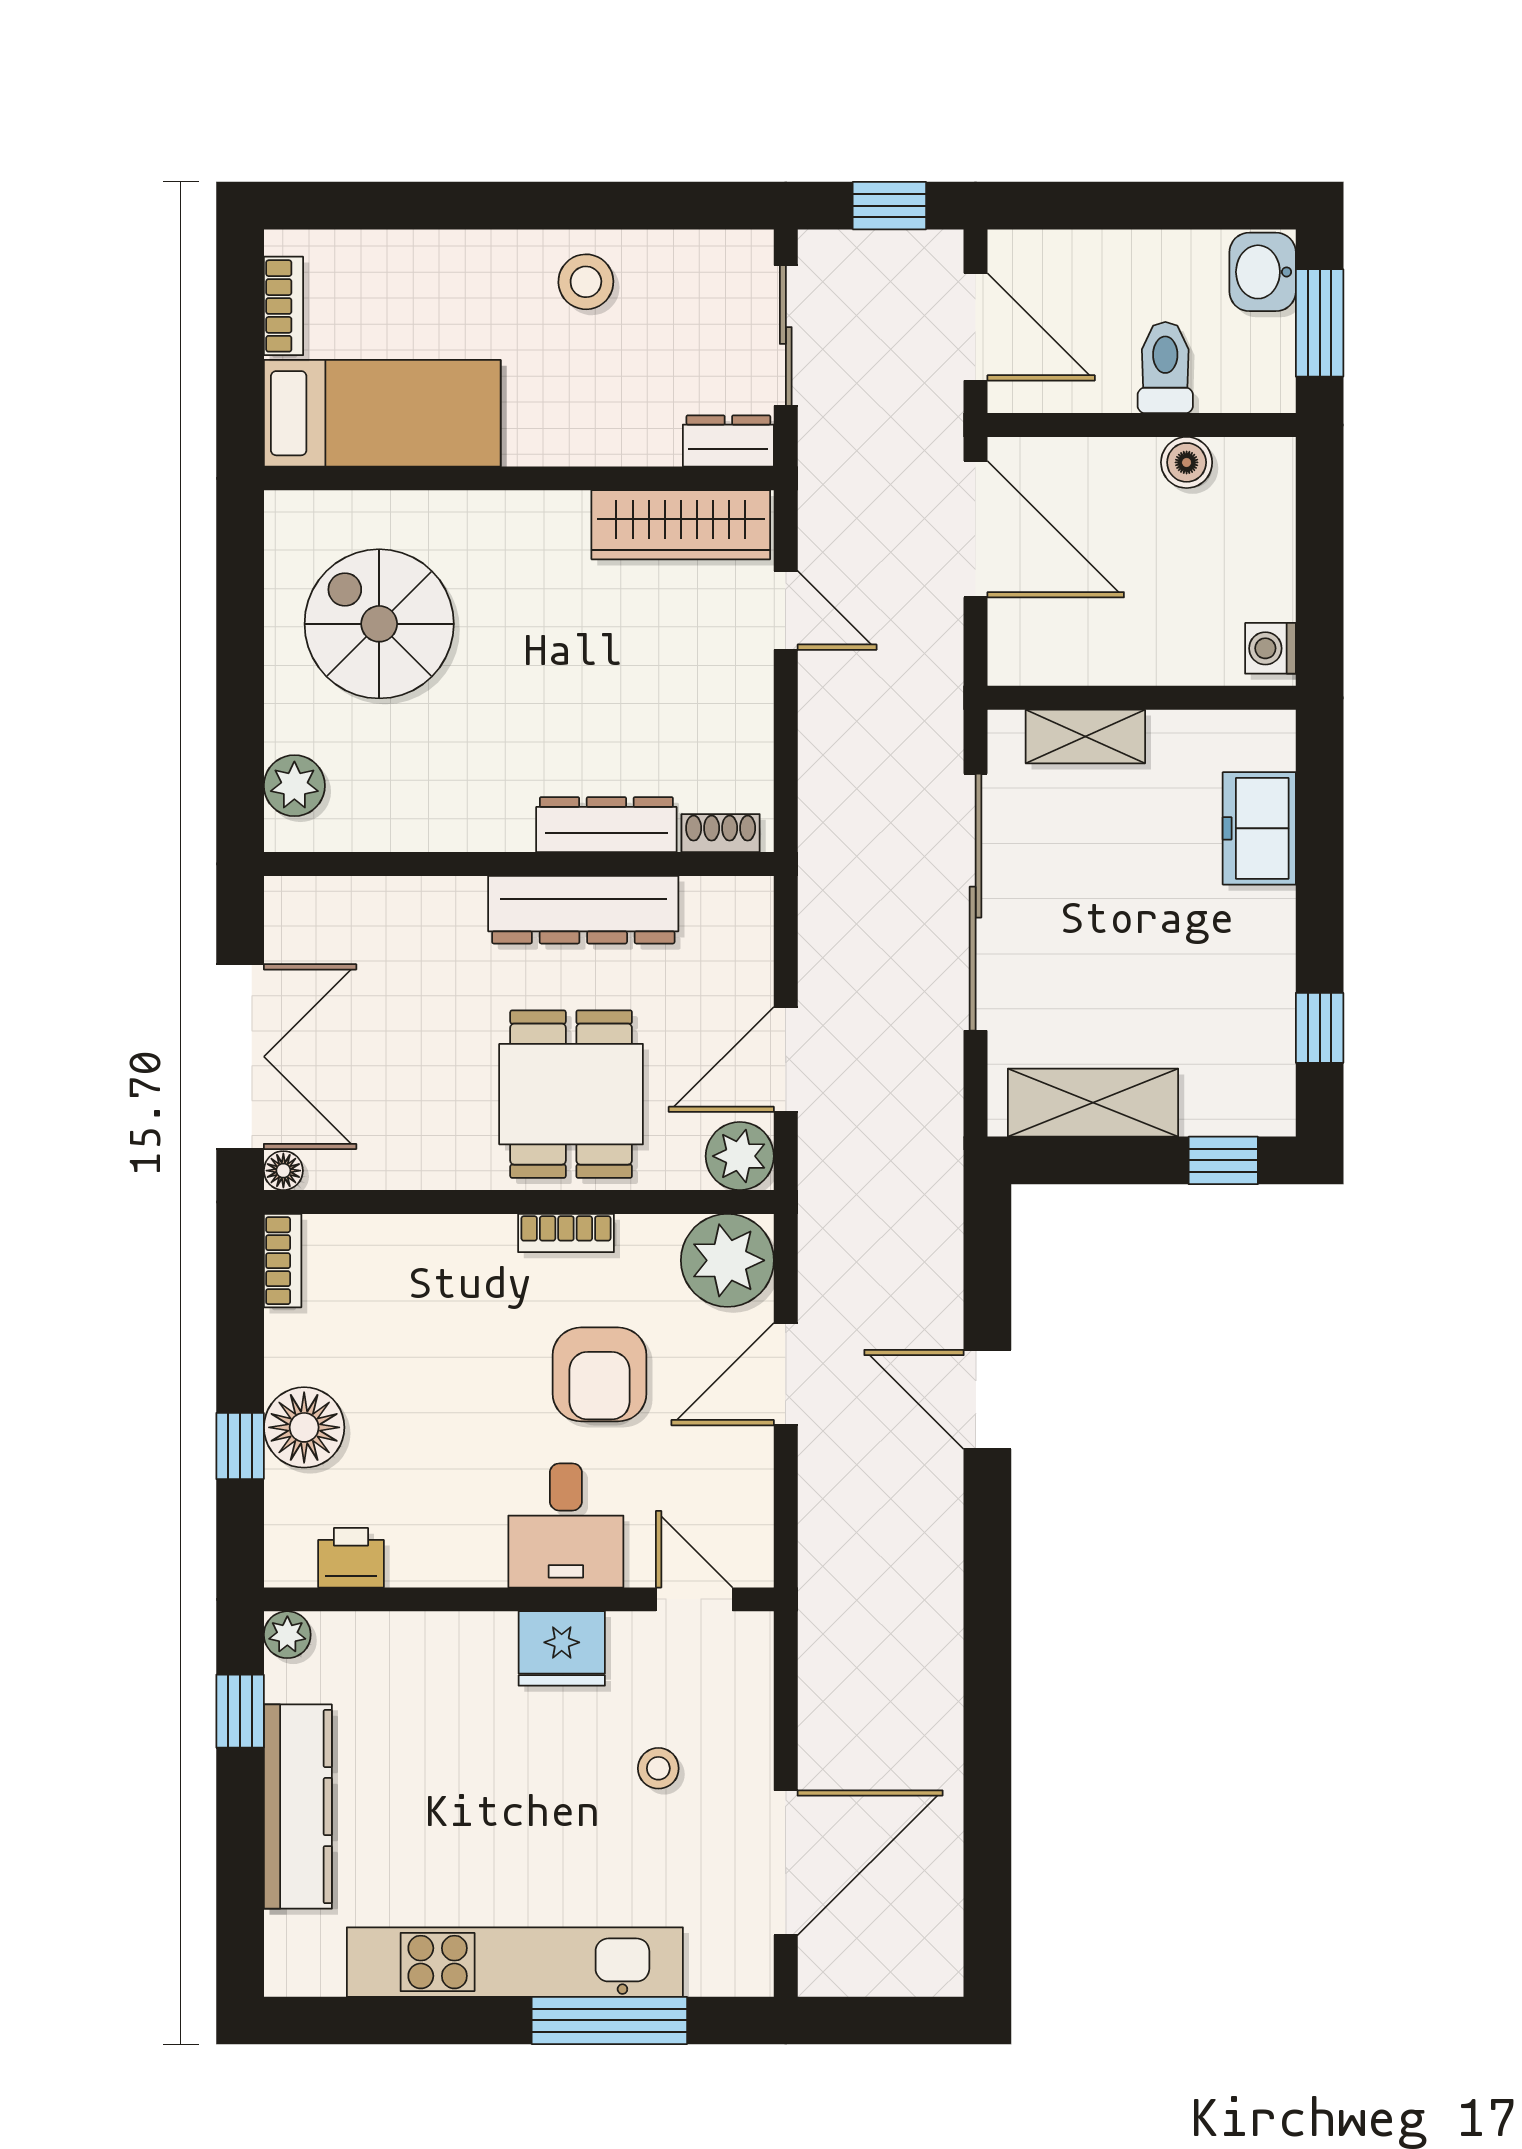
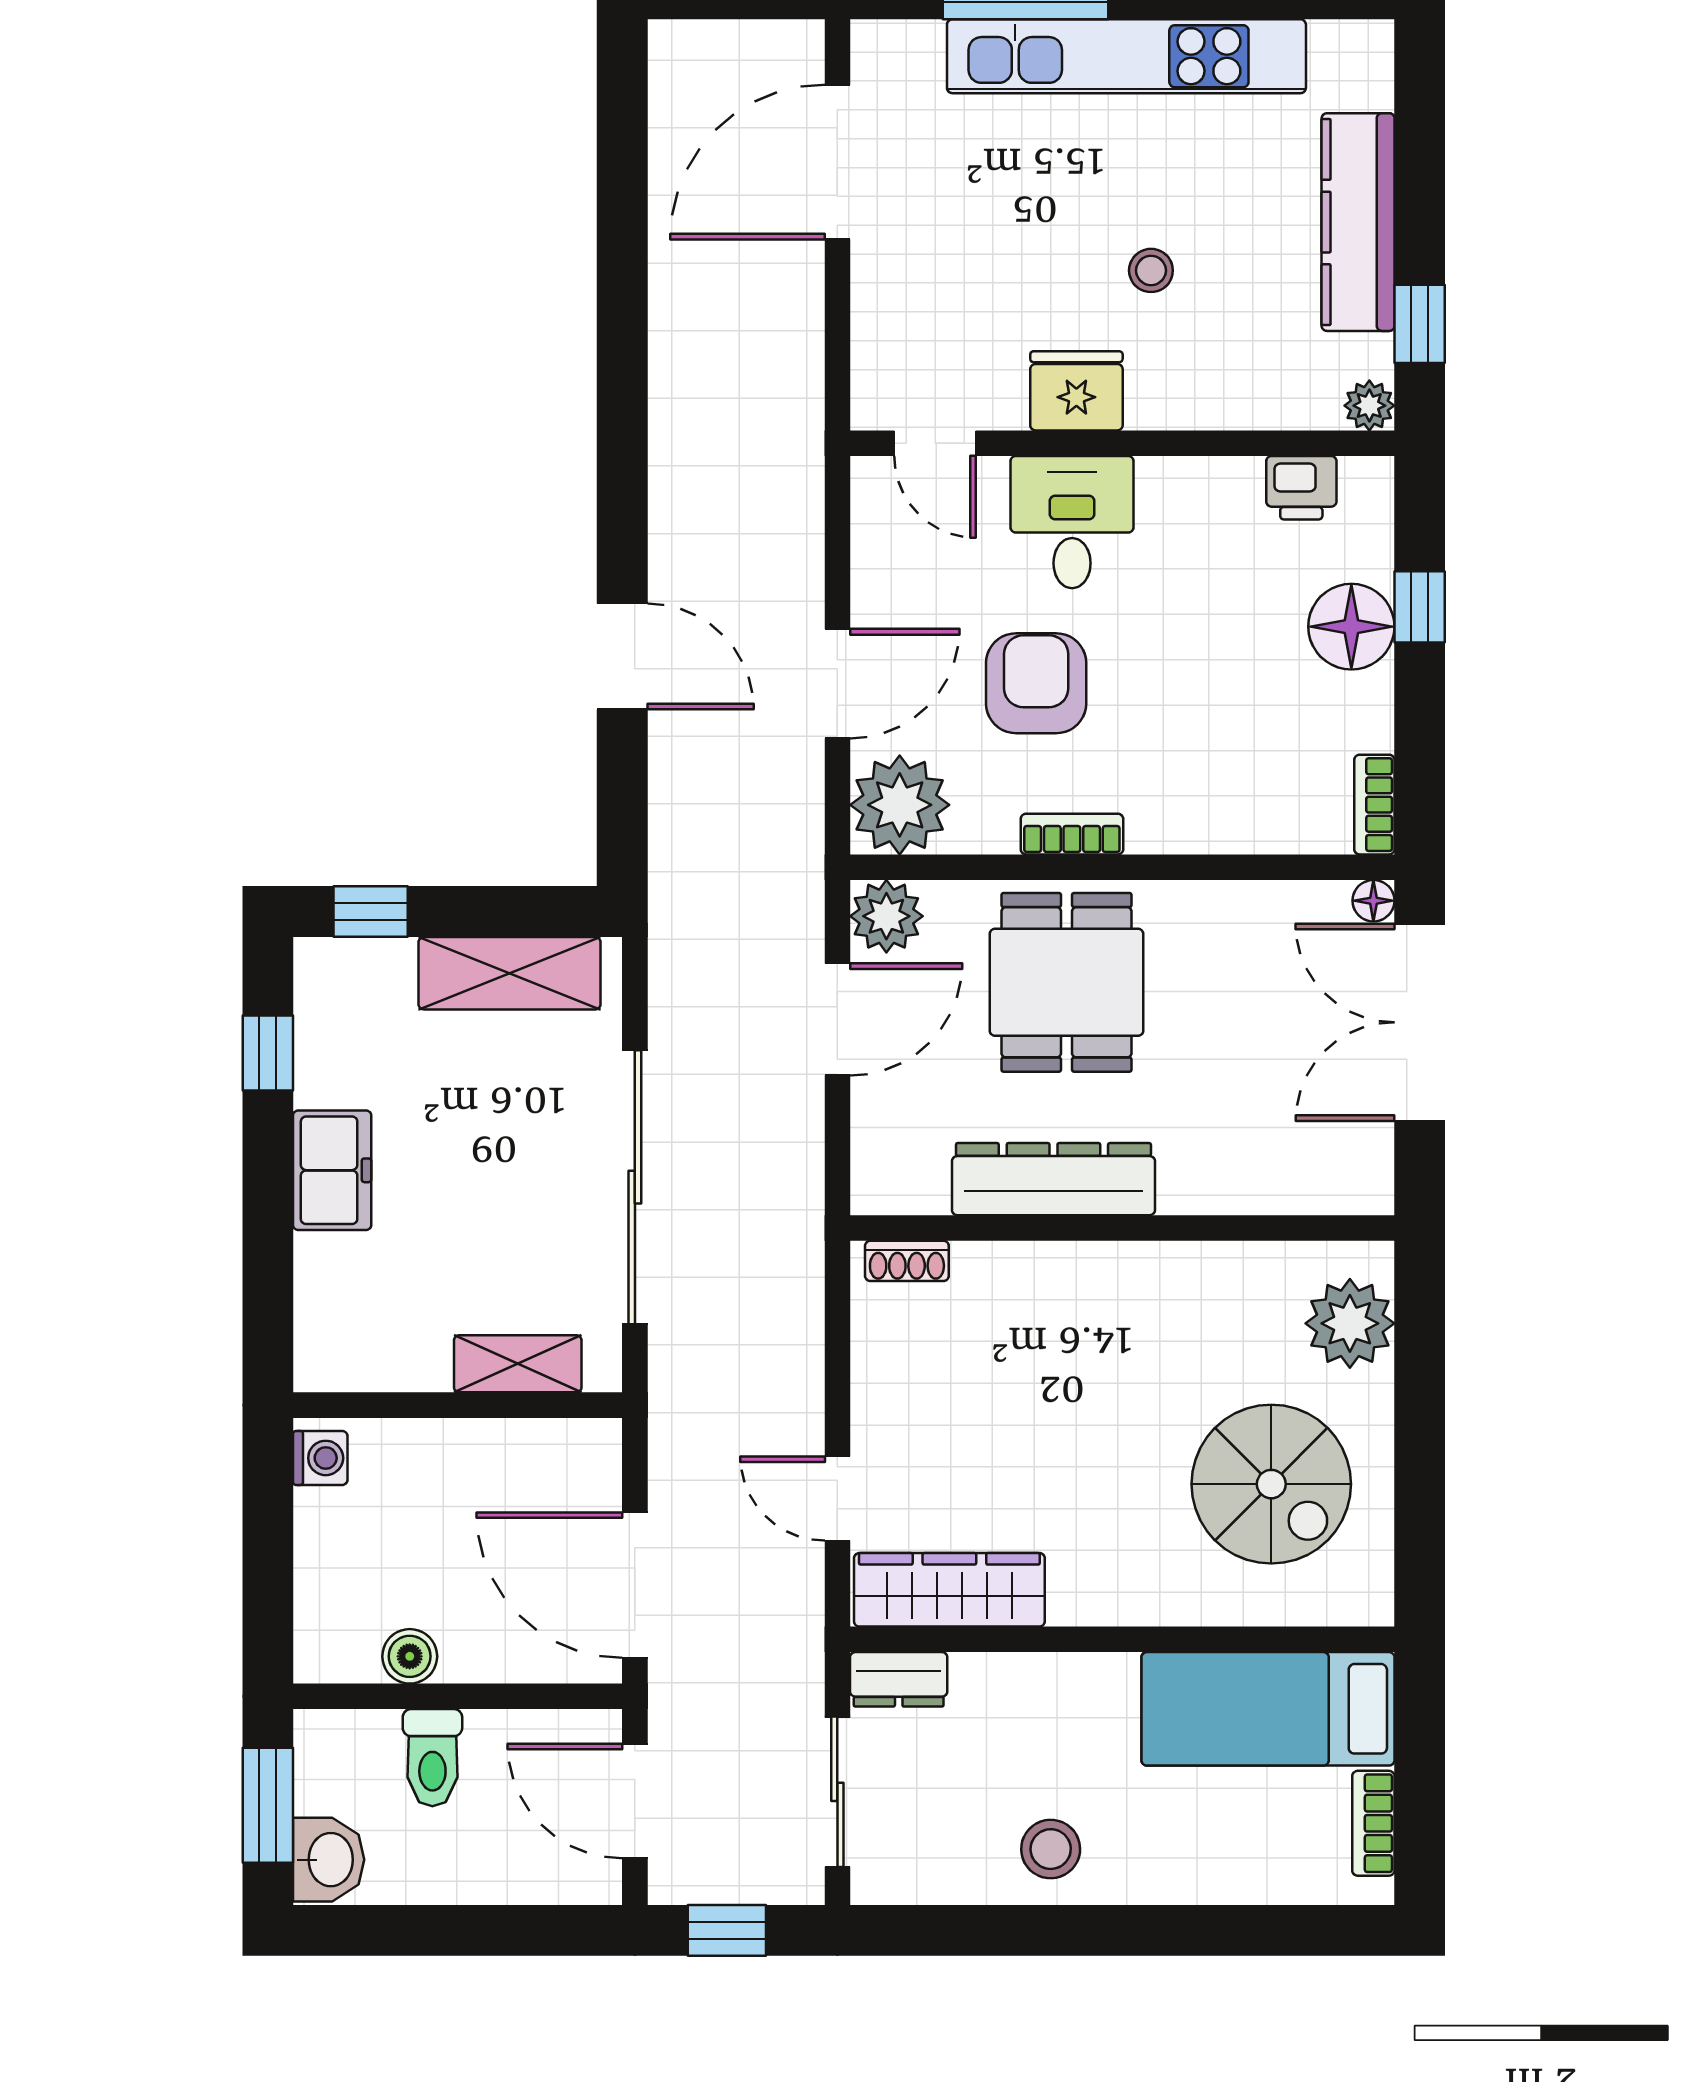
plant: (294, 786) -> (1350, 1323), width x1.36, depth x1.36
dresser: (606, 825) -> (1029, 1270), removed
freezer: (1259, 828) -> (332, 1170), moved
stool: (658, 1768) -> (1151, 270), moved

